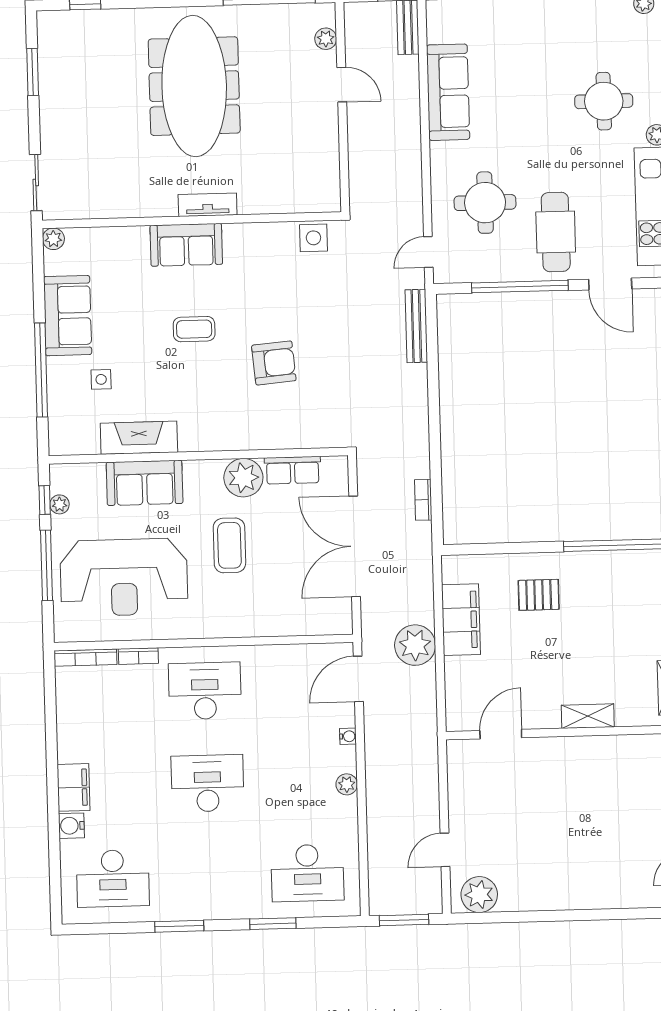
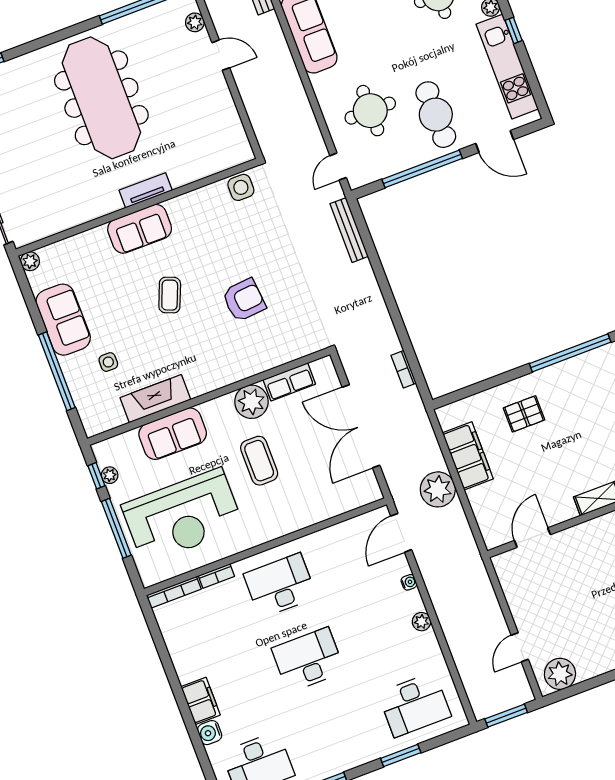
coffee table: (194, 329) -> (170, 295), turned -68

